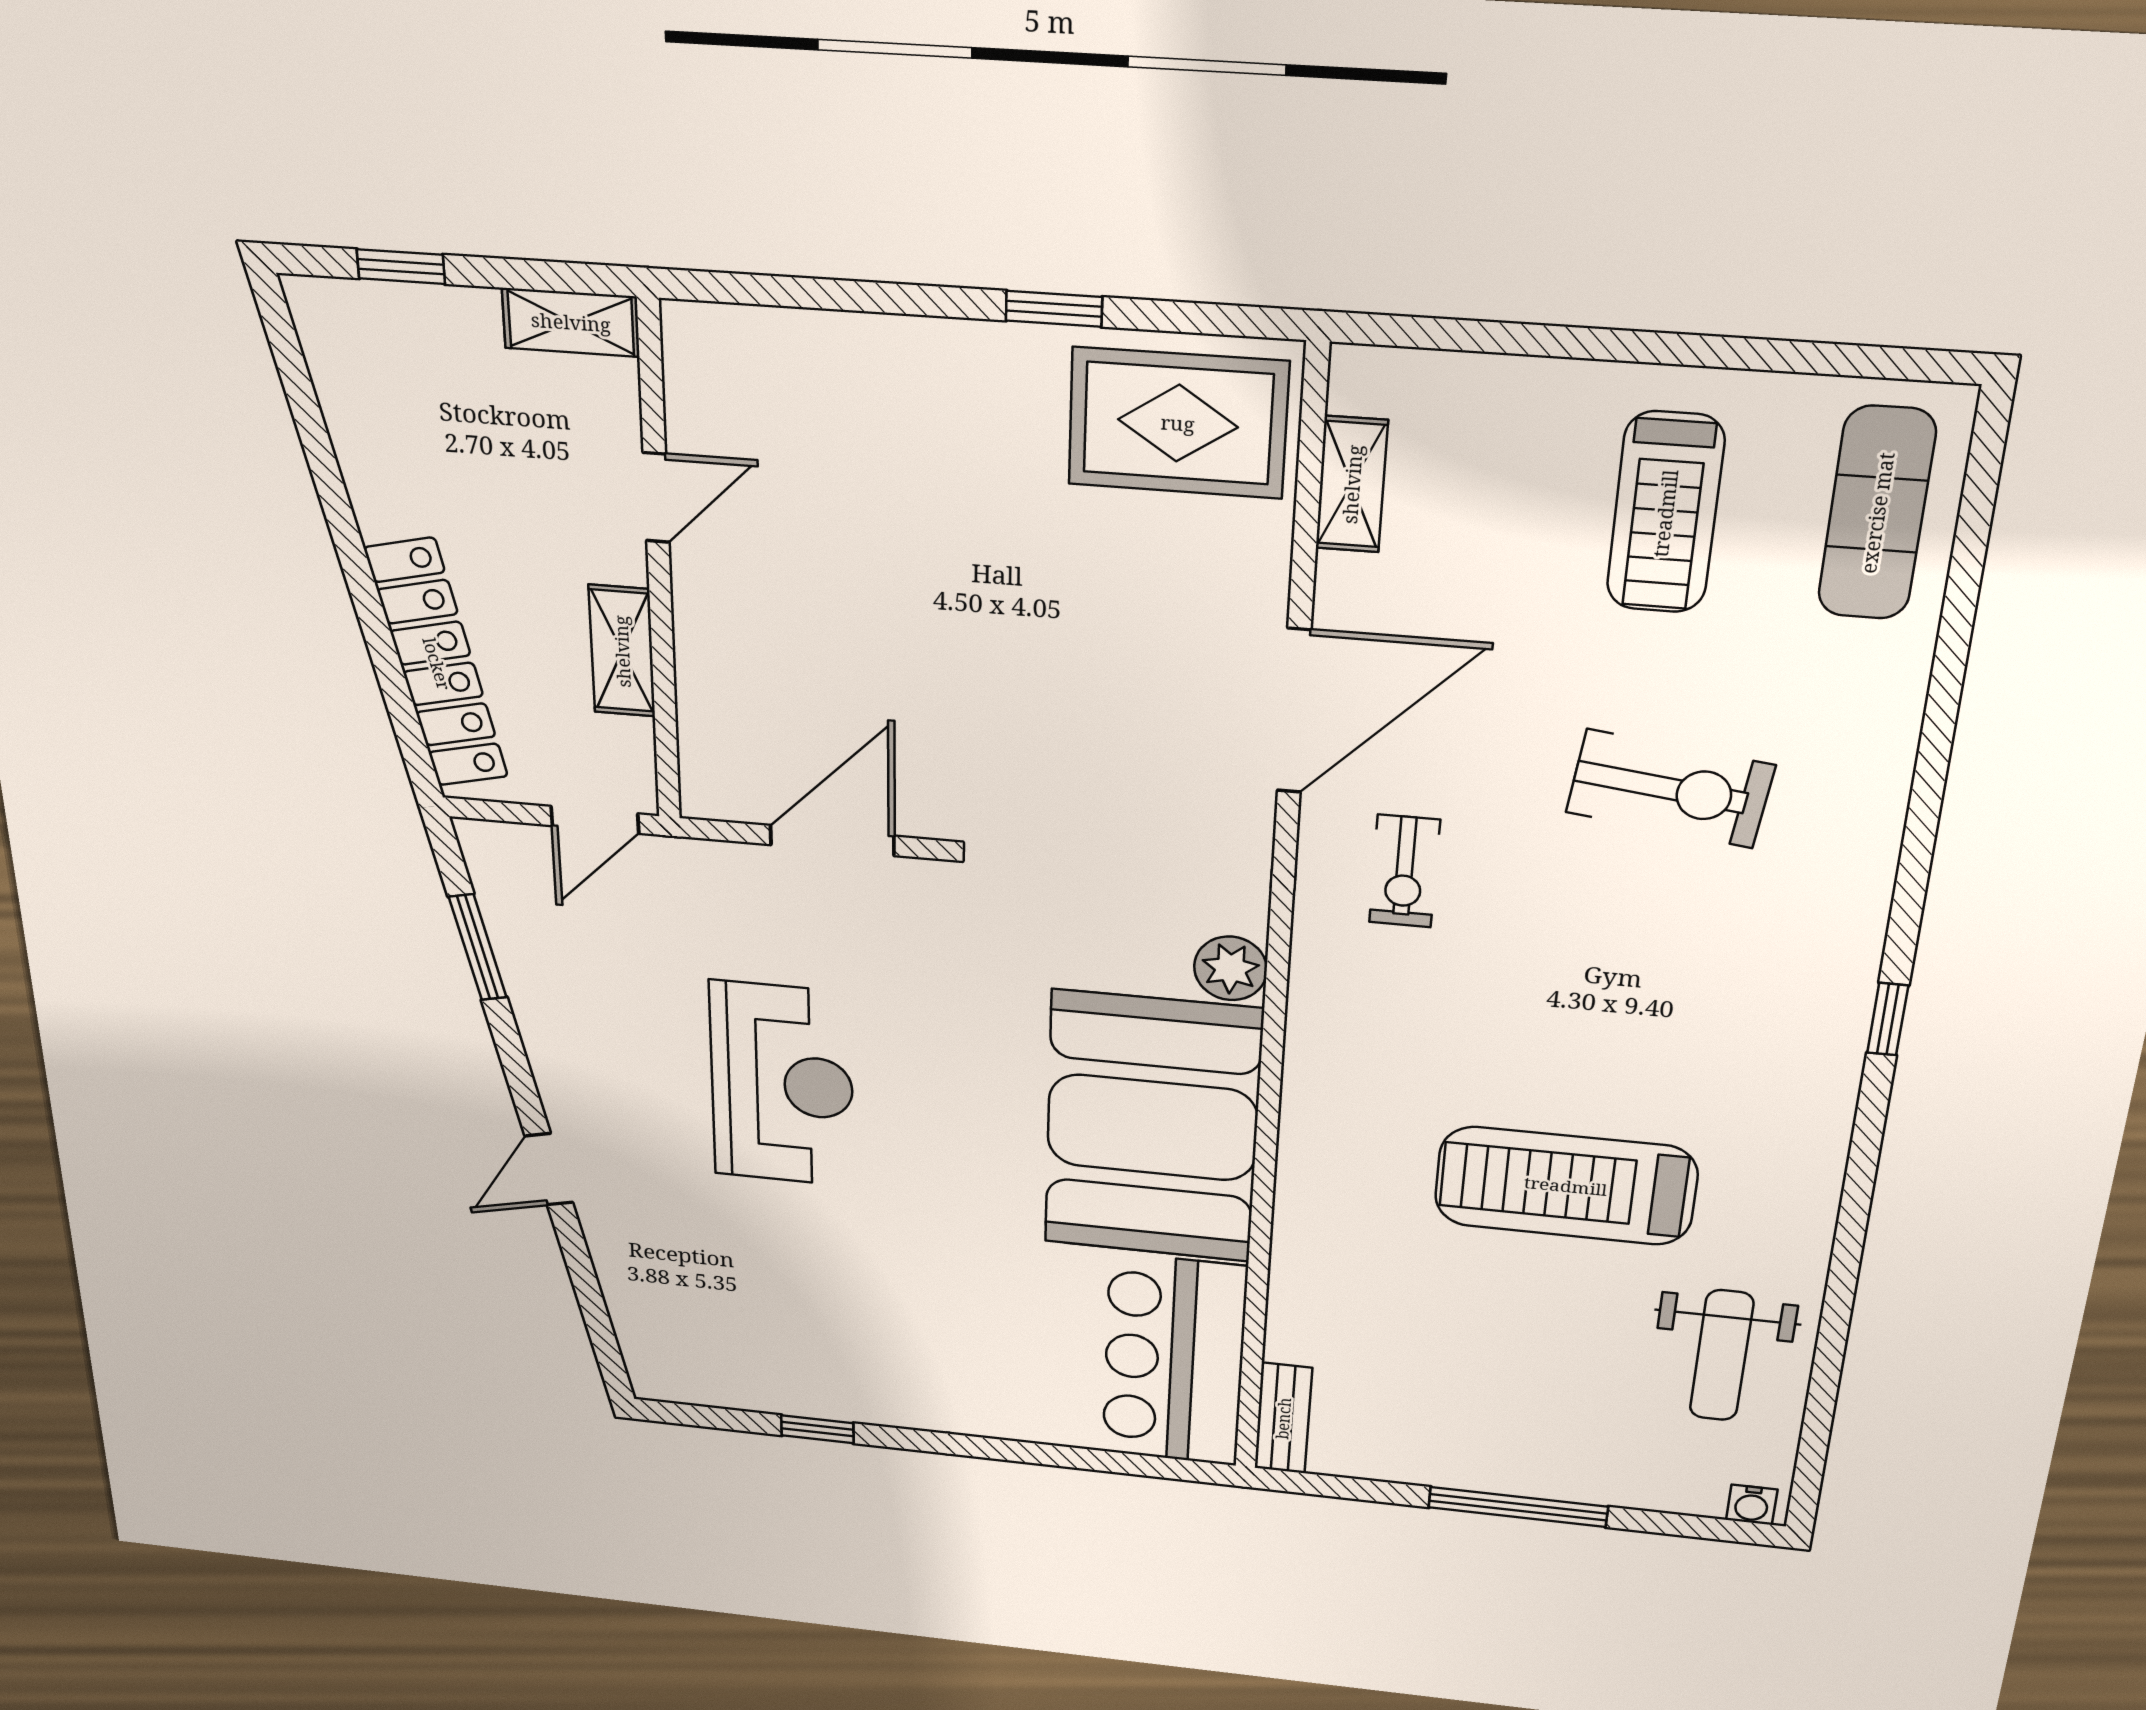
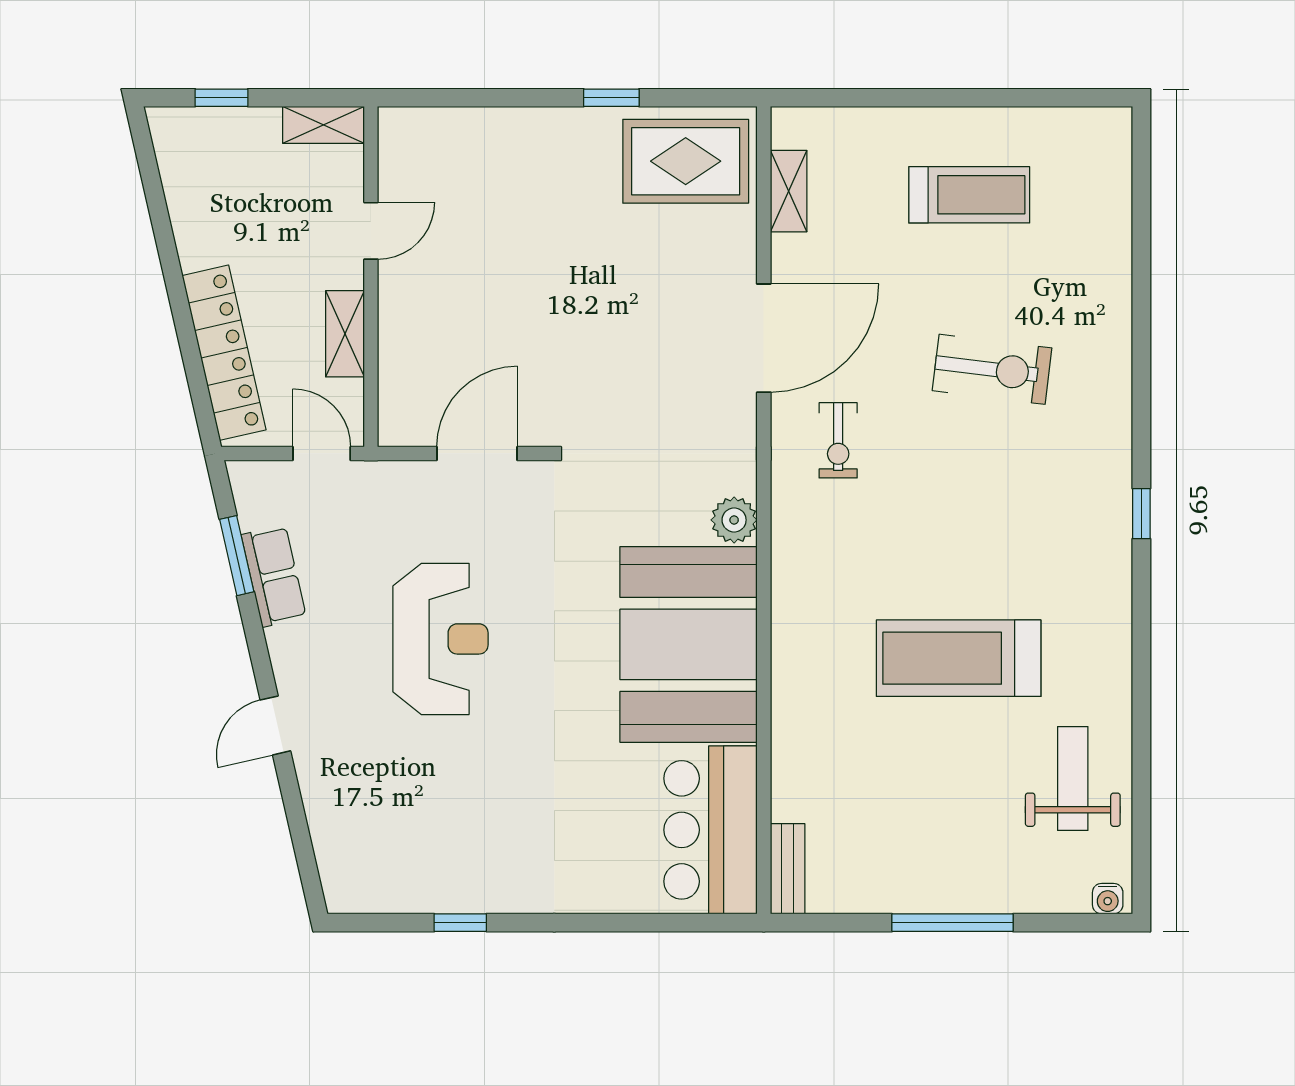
treadmill: (1665, 513) -> (969, 195), turned -90
exercise mat: (1877, 513) -> (1087, 186), removed
door: (595, 820) -> (322, 453), swing flipped
row of seats: (534, 979) -> (274, 576), added
weight bench: (1722, 1356) -> (1073, 779), turned 180

